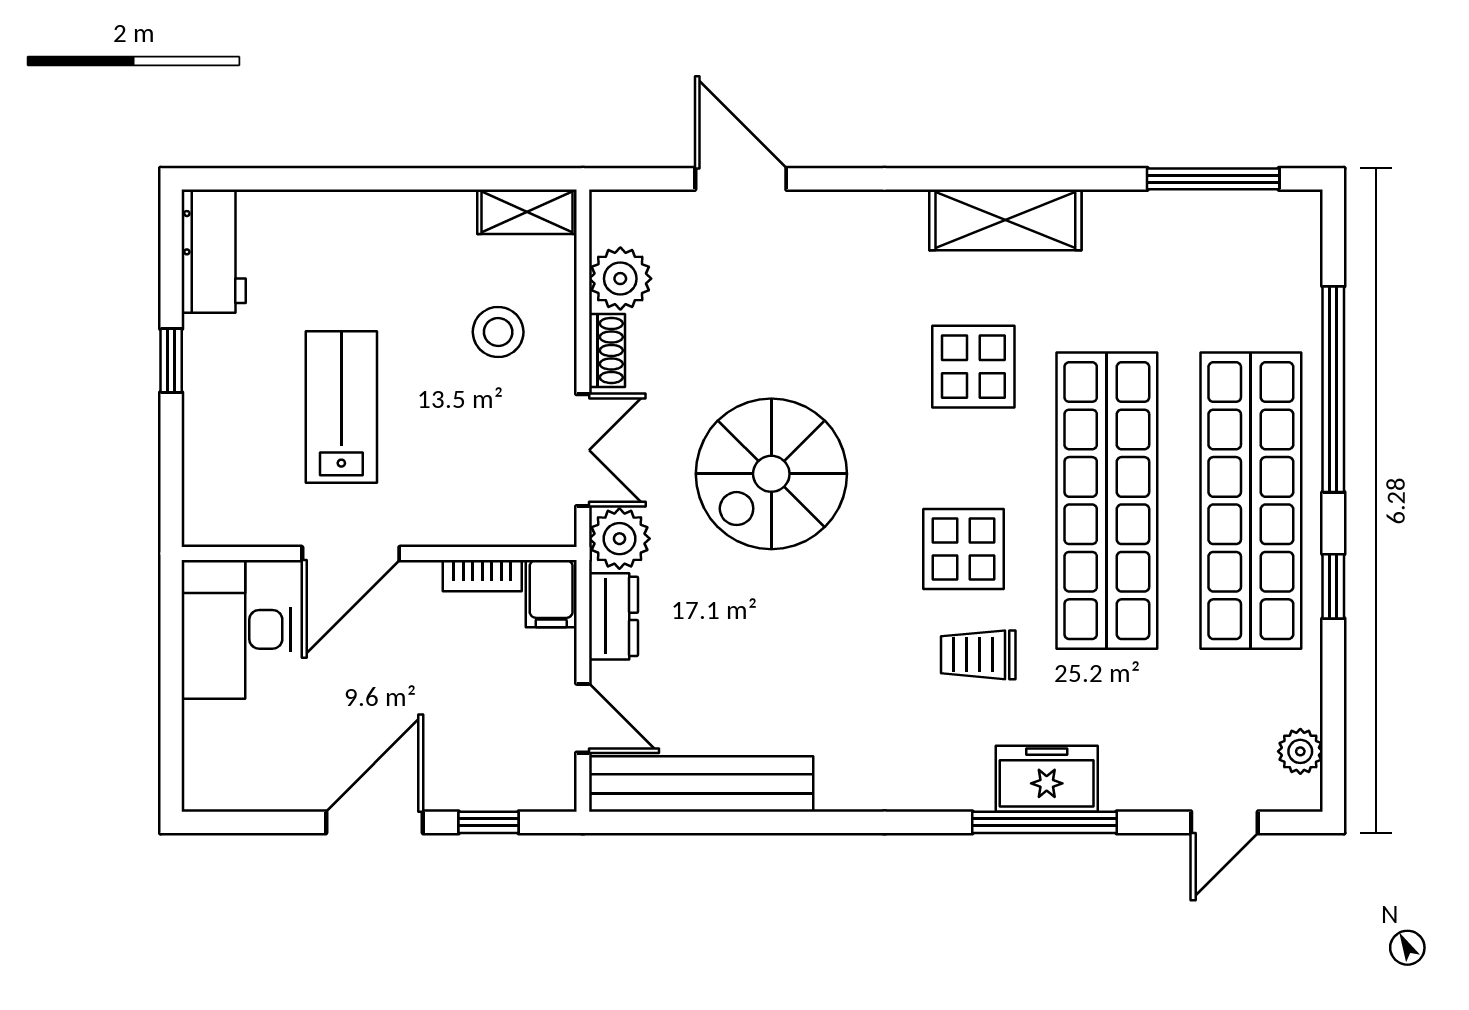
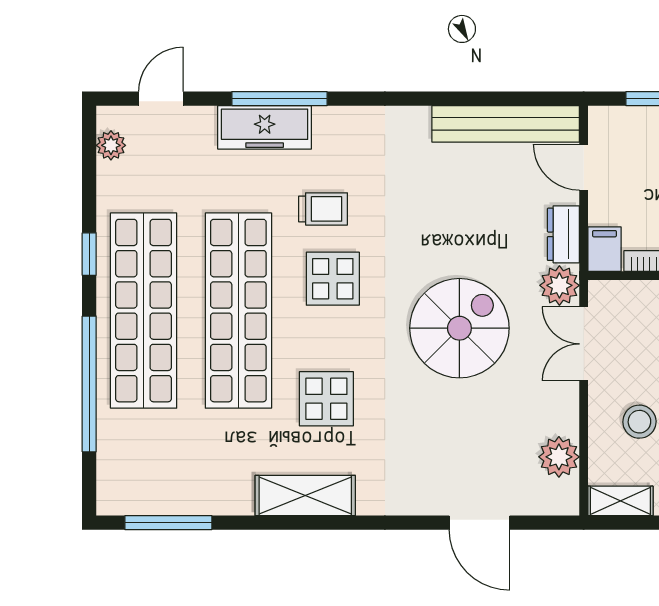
shoe rack: (607, 350) -> (568, 409), removed
freezer: (1047, 779) -> (265, 127), width x1.40

